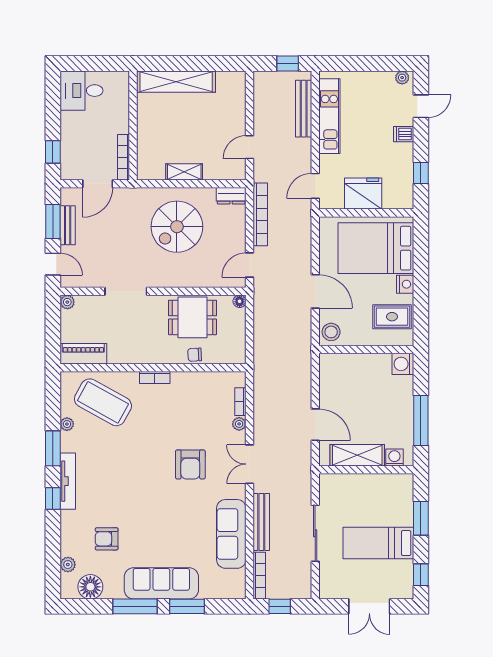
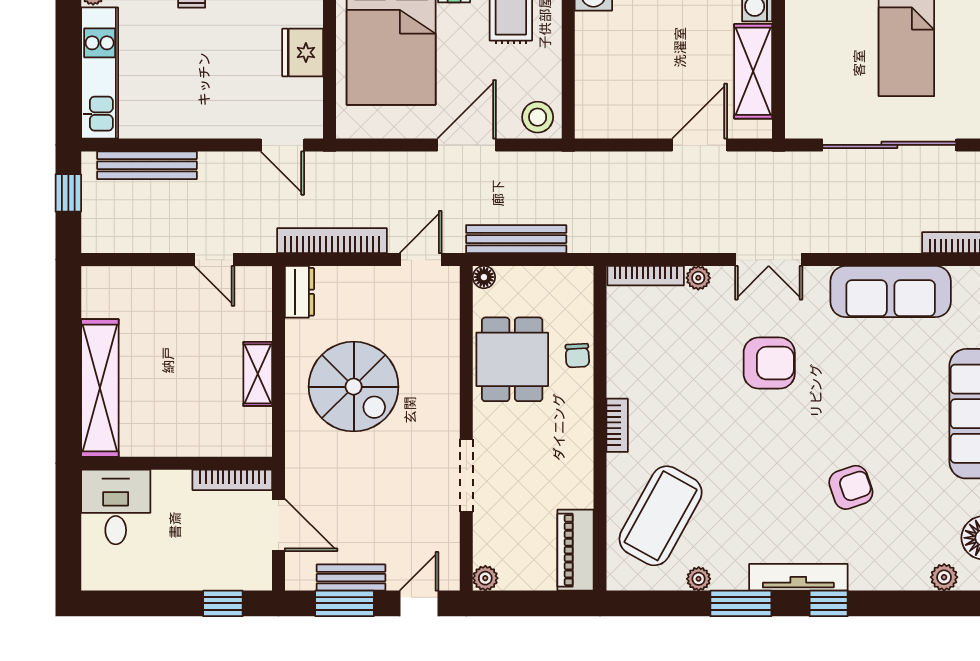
desk: (81, 91) -> (116, 507), moved, turned 180
kitchen unit: (329, 116) -> (100, 73), moved, turned 90
fridge: (363, 194) -> (303, 52), width x0.73, depth x0.75
door: (250, 265) -> (421, 260), swing flipped
bookcase: (240, 402) -> (646, 276), width x1.56
bench: (261, 522) -> (516, 239), moved
sliding door: (315, 533) -> (889, 145), width x1.36
armchair: (107, 539) -> (851, 487), moved, turned -109

